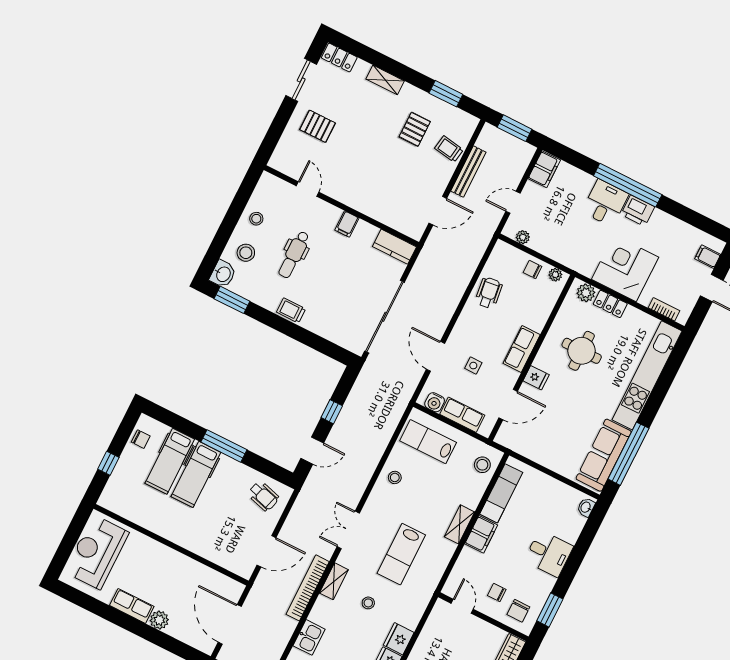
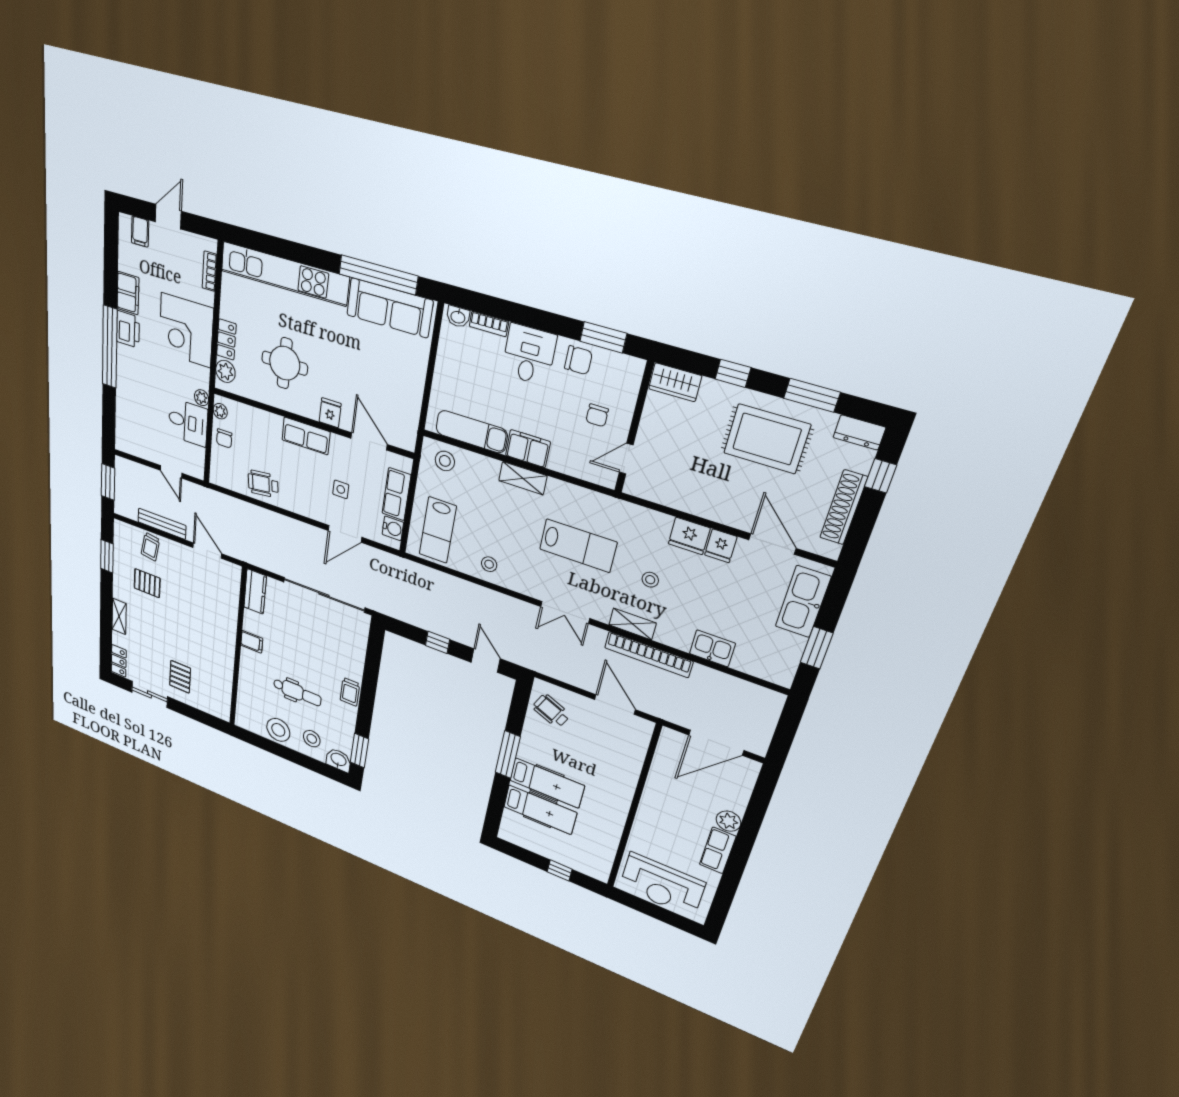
filing cabinet: (544, 169) -> (128, 293), moved, turned 90
door: (308, 189) -> (235, 683), removed
desk: (605, 203) -> (188, 422), moved, turned 180
stool: (256, 219) -> (278, 730), width x1.89, depth x1.89
plant: (523, 237) -> (202, 398), moved
chair: (141, 439) -> (525, 838), removed
wheelchair: (263, 496) -> (551, 711), turned -82
bookcase: (576, 529) -> (489, 324), added
chair: (518, 611) -> (578, 360), moved

